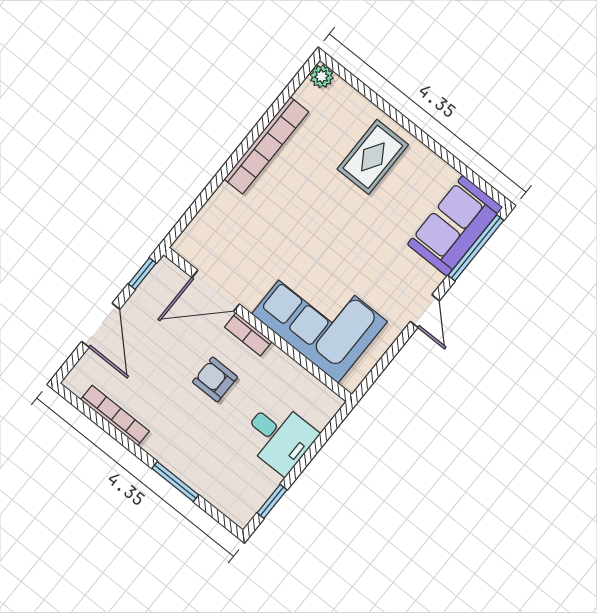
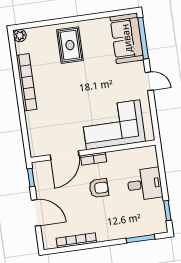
armchair: (215, 379) -> (99, 188), turned 180
window: (175, 482) -> (141, 239), moved

